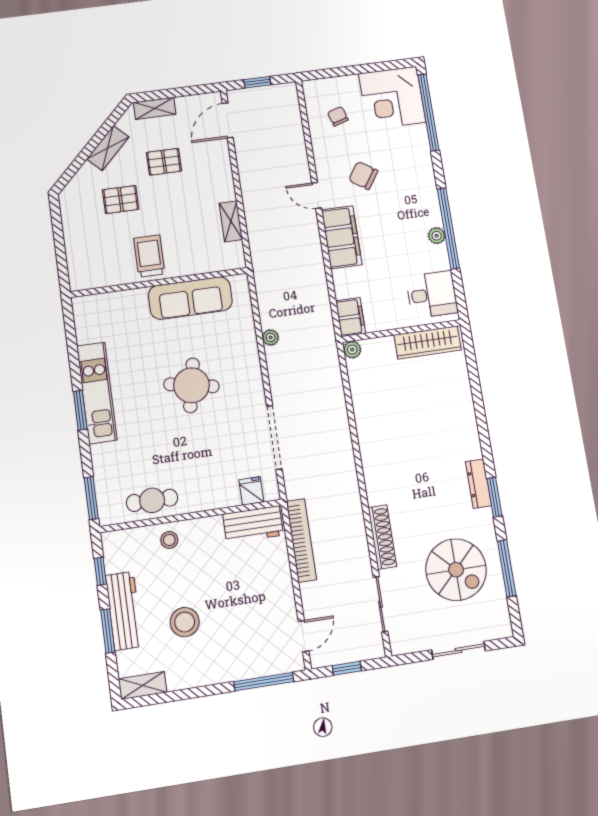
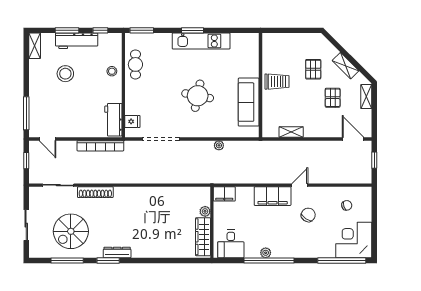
plant: (352, 350) -> (205, 211), moved

